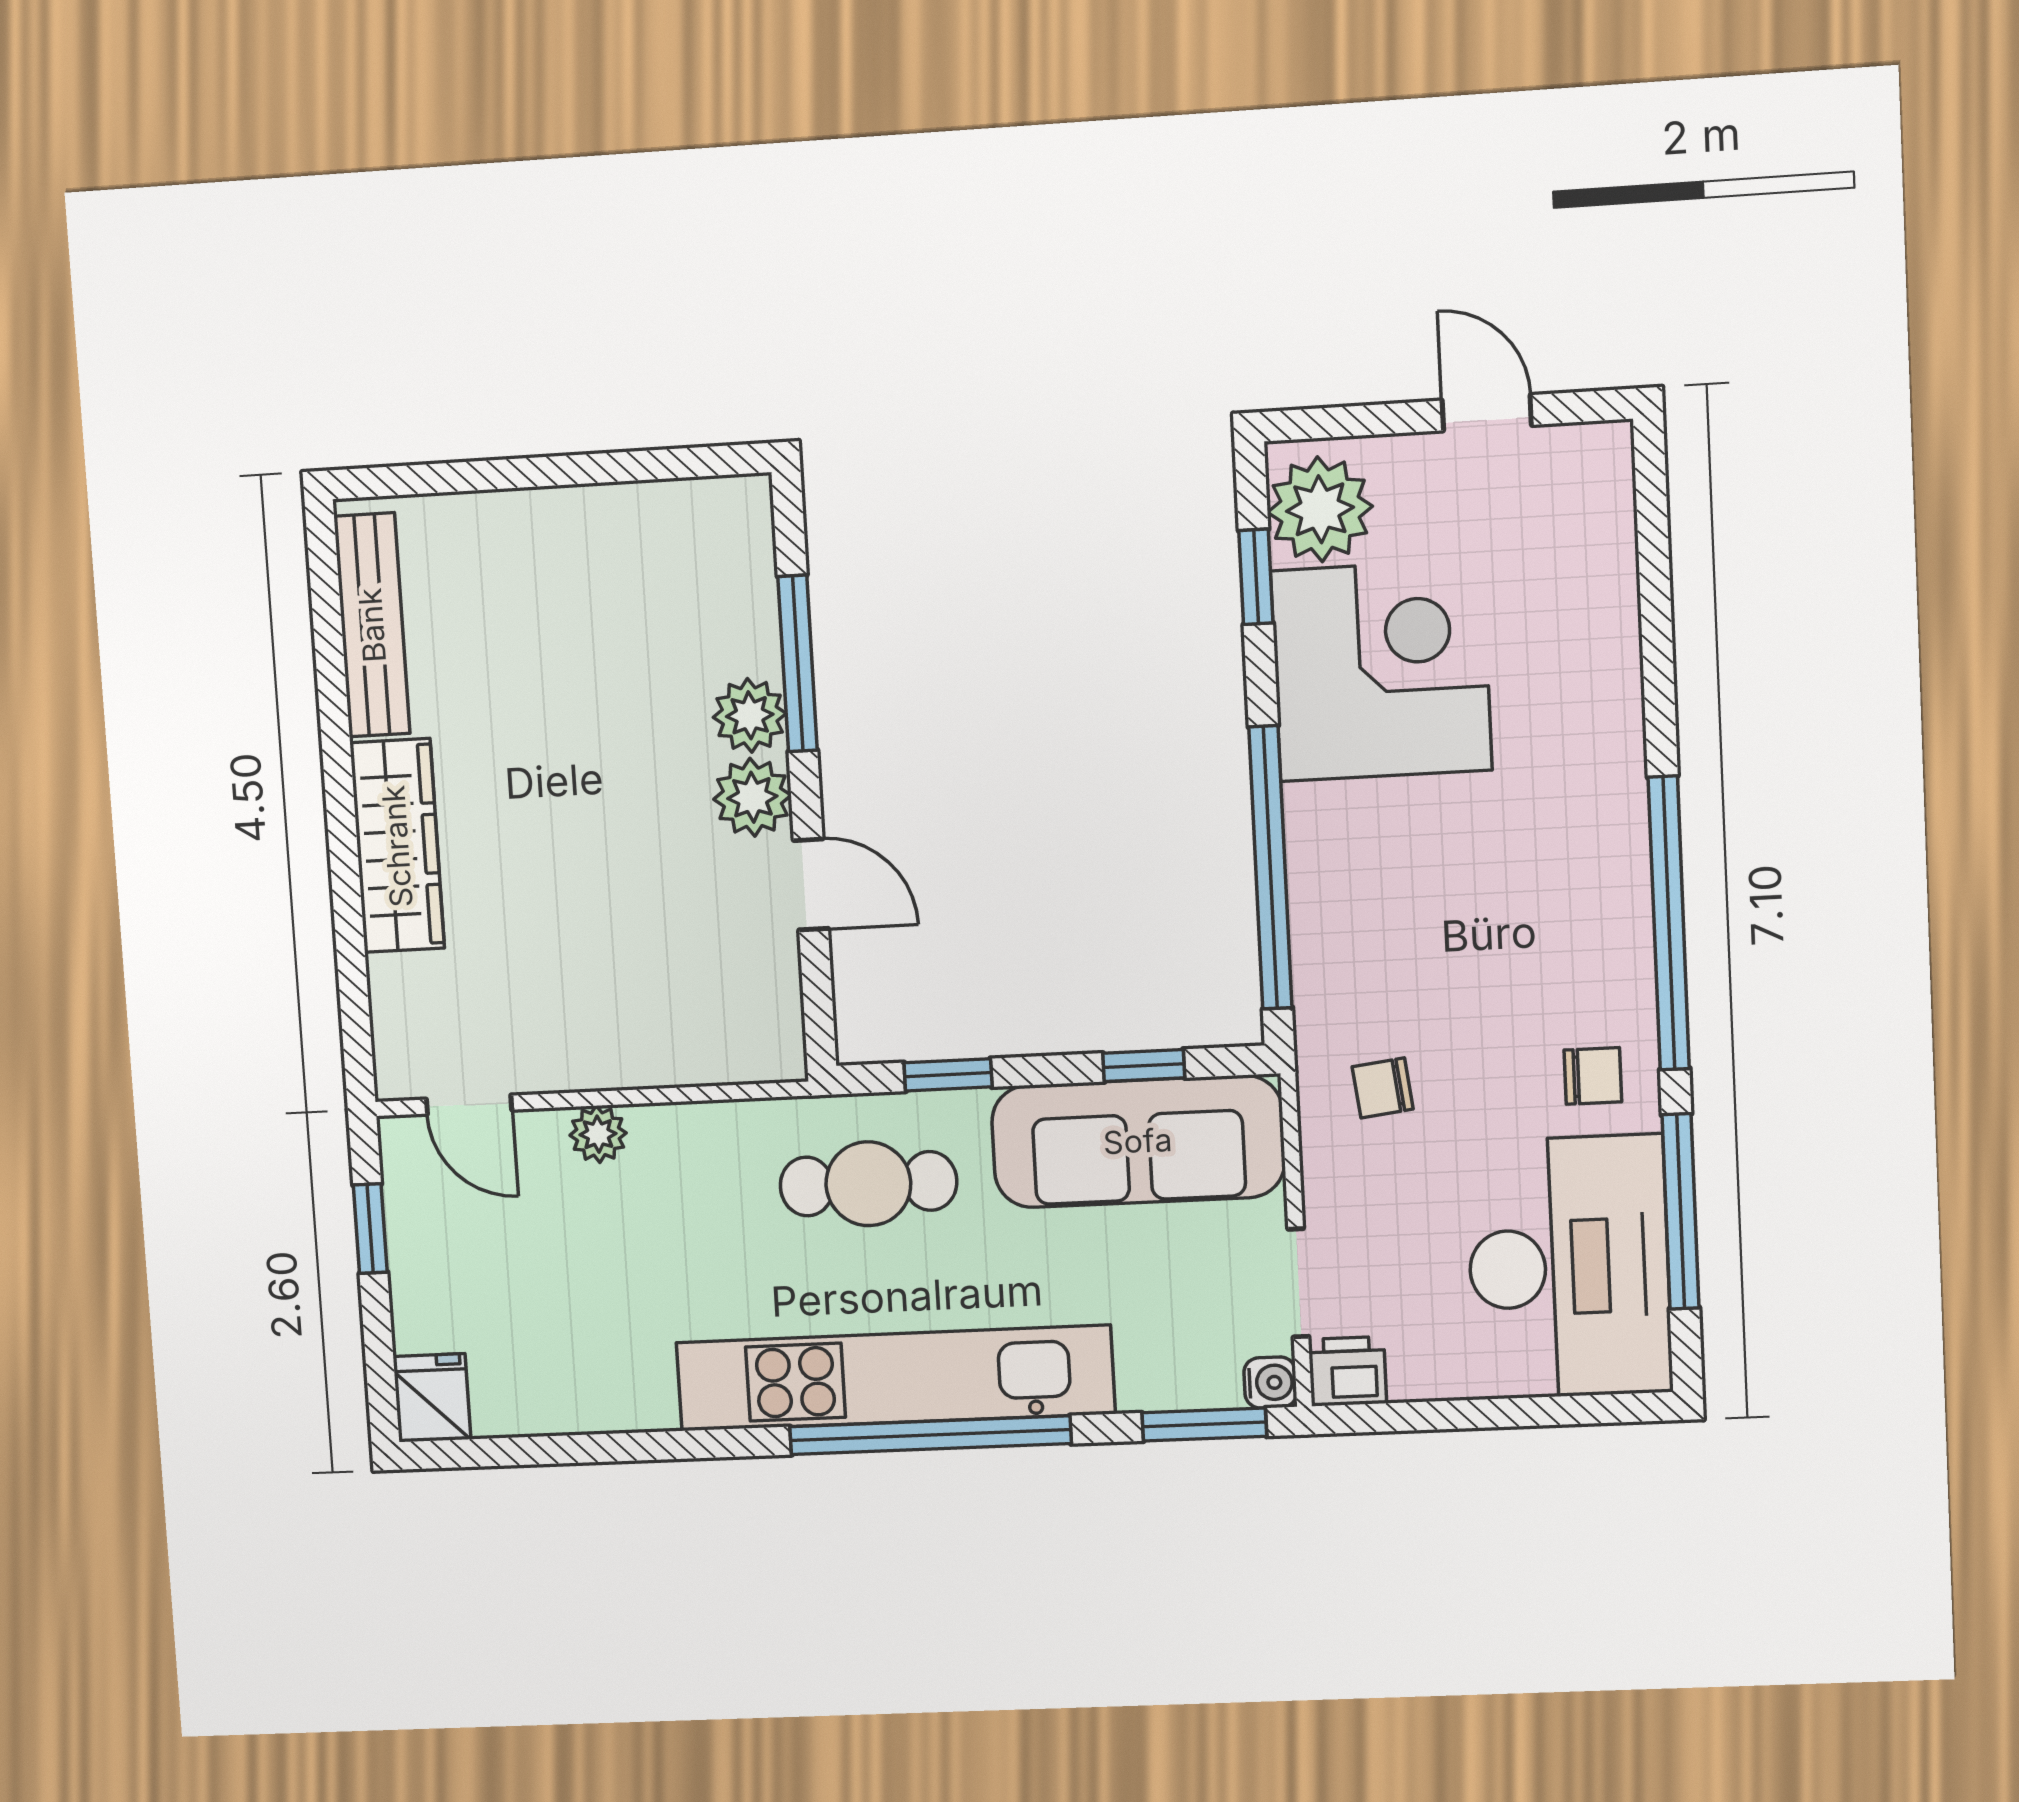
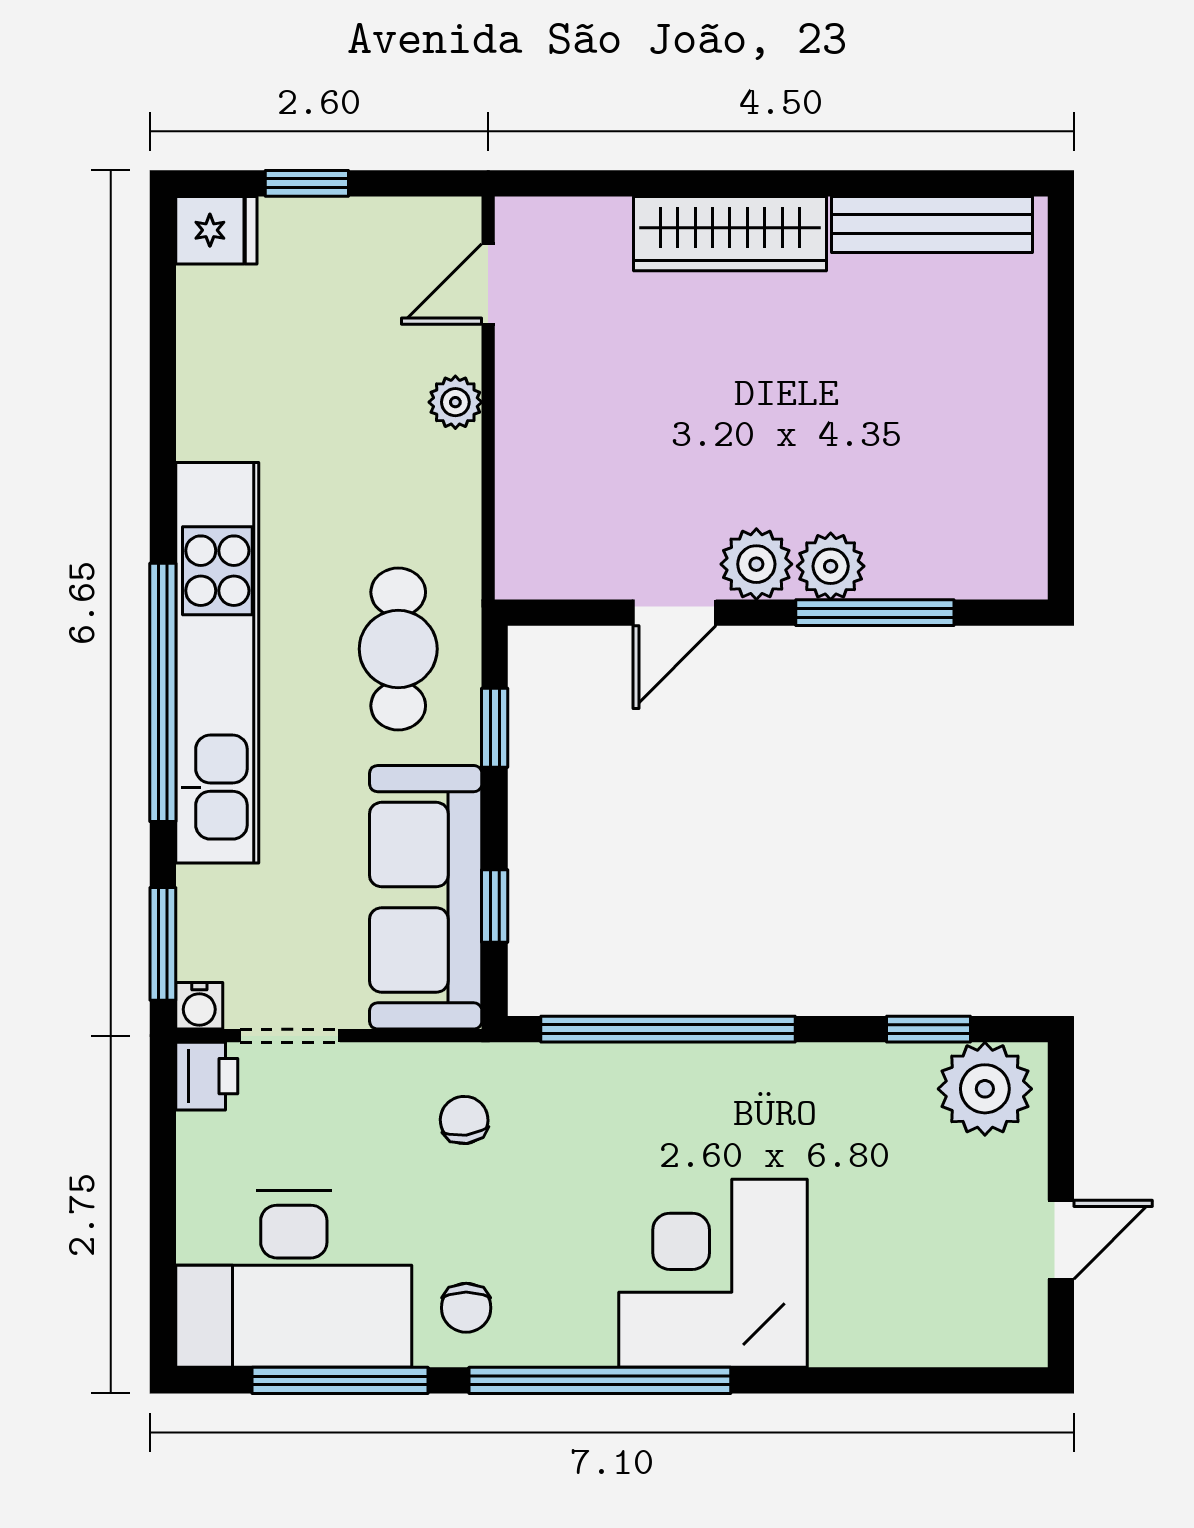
corner desk: (1381, 670) -> (713, 1273), moved, turned 180
window: (370, 1229) -> (307, 183), moved

